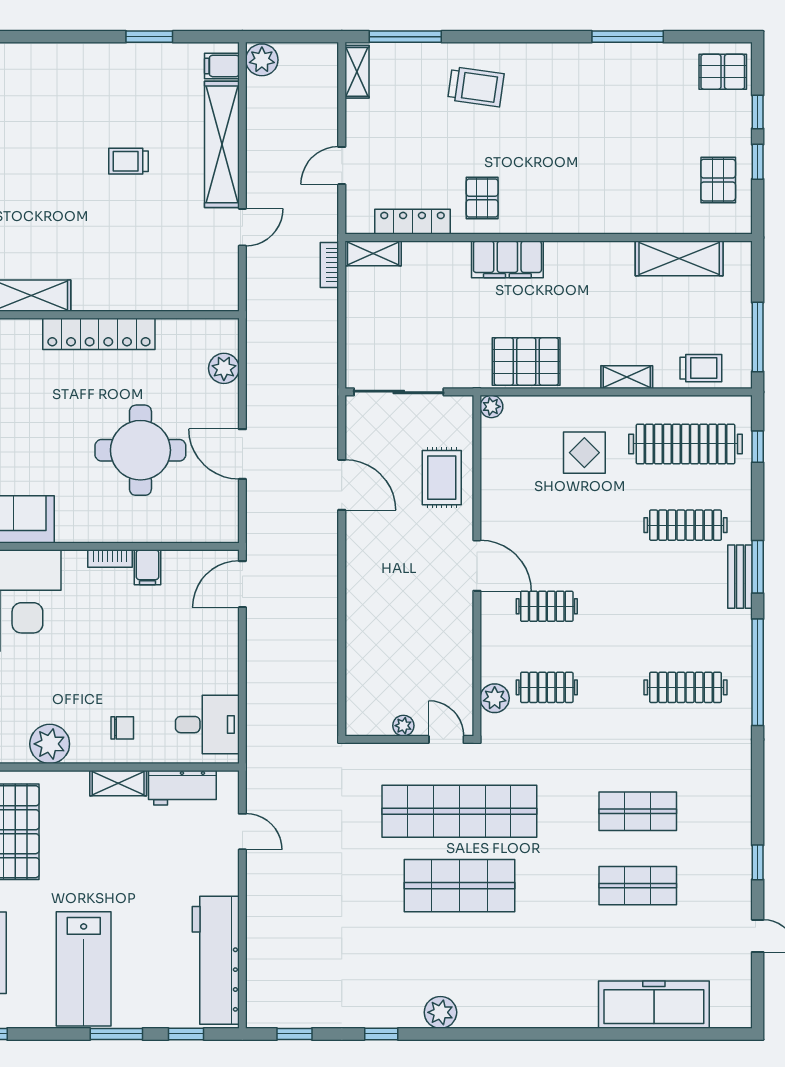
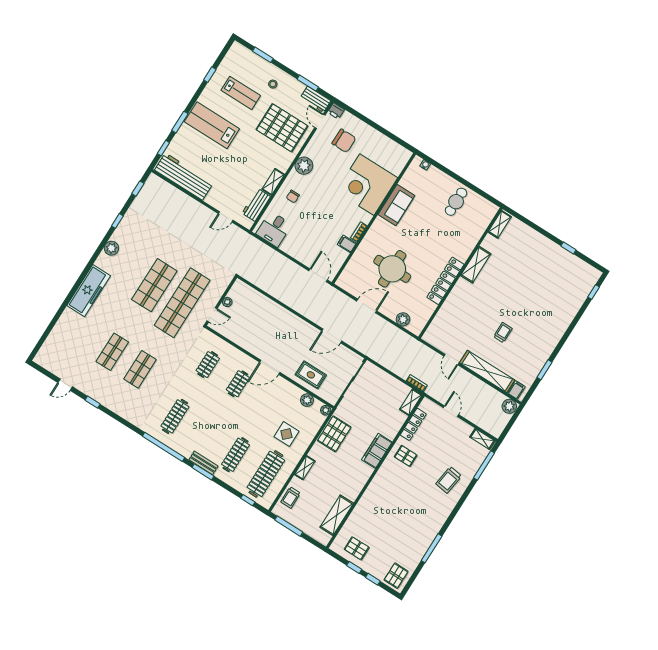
plant: (495, 698) -> (307, 400), moved
freezer: (654, 1005) -> (89, 291), moved

